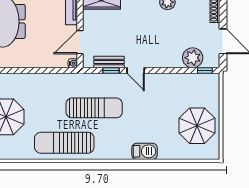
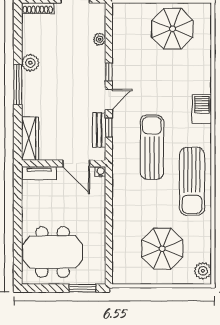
plant: (193, 58) -> (100, 39), width x0.53, depth x0.53
window: (205, 70) -> (109, 72), moved
barbecue: (145, 151) -> (202, 109), moved

